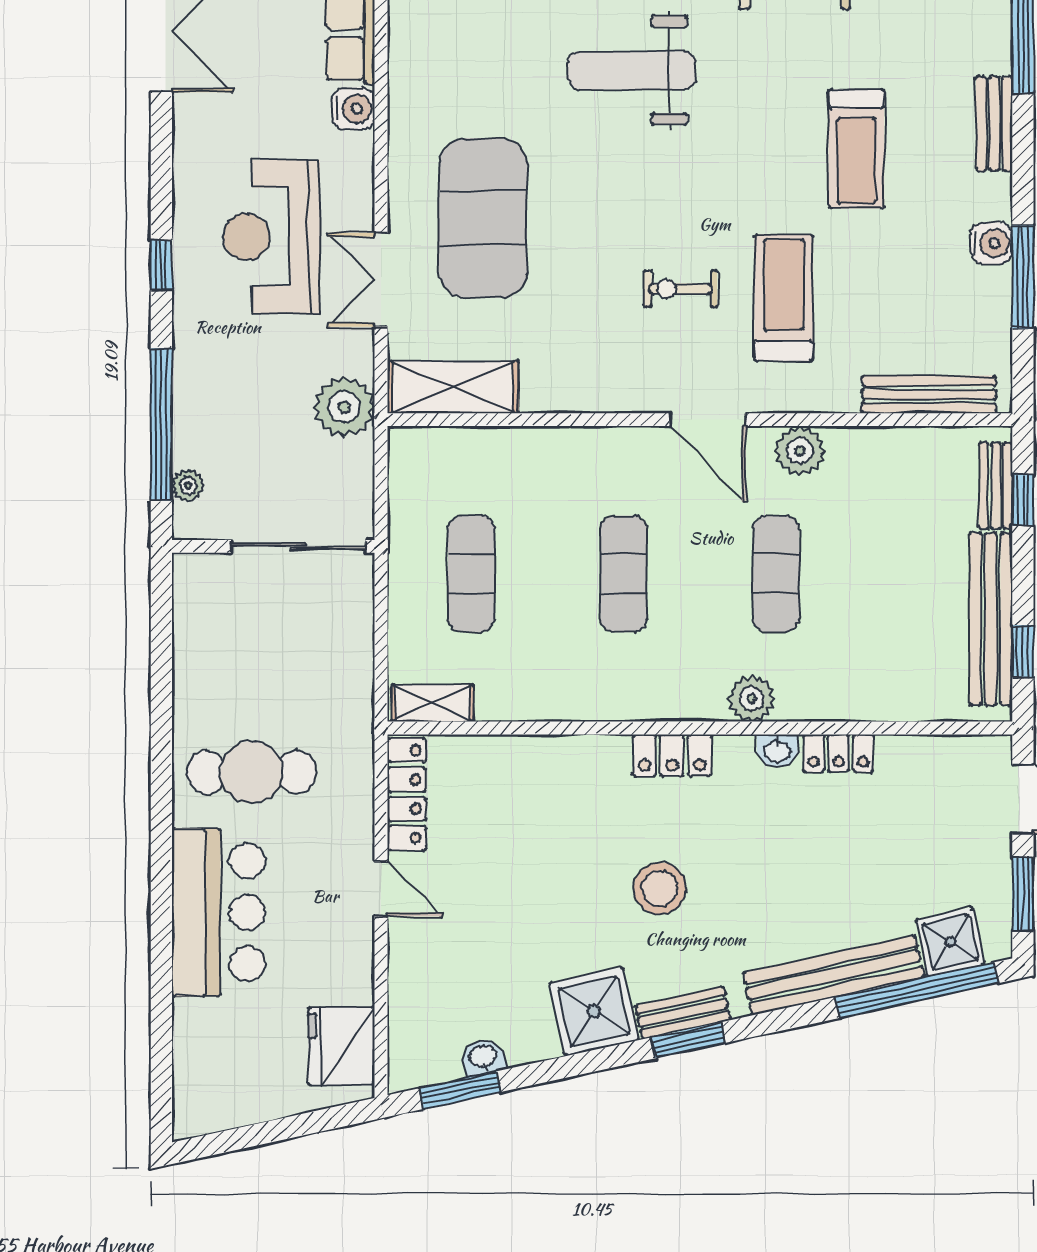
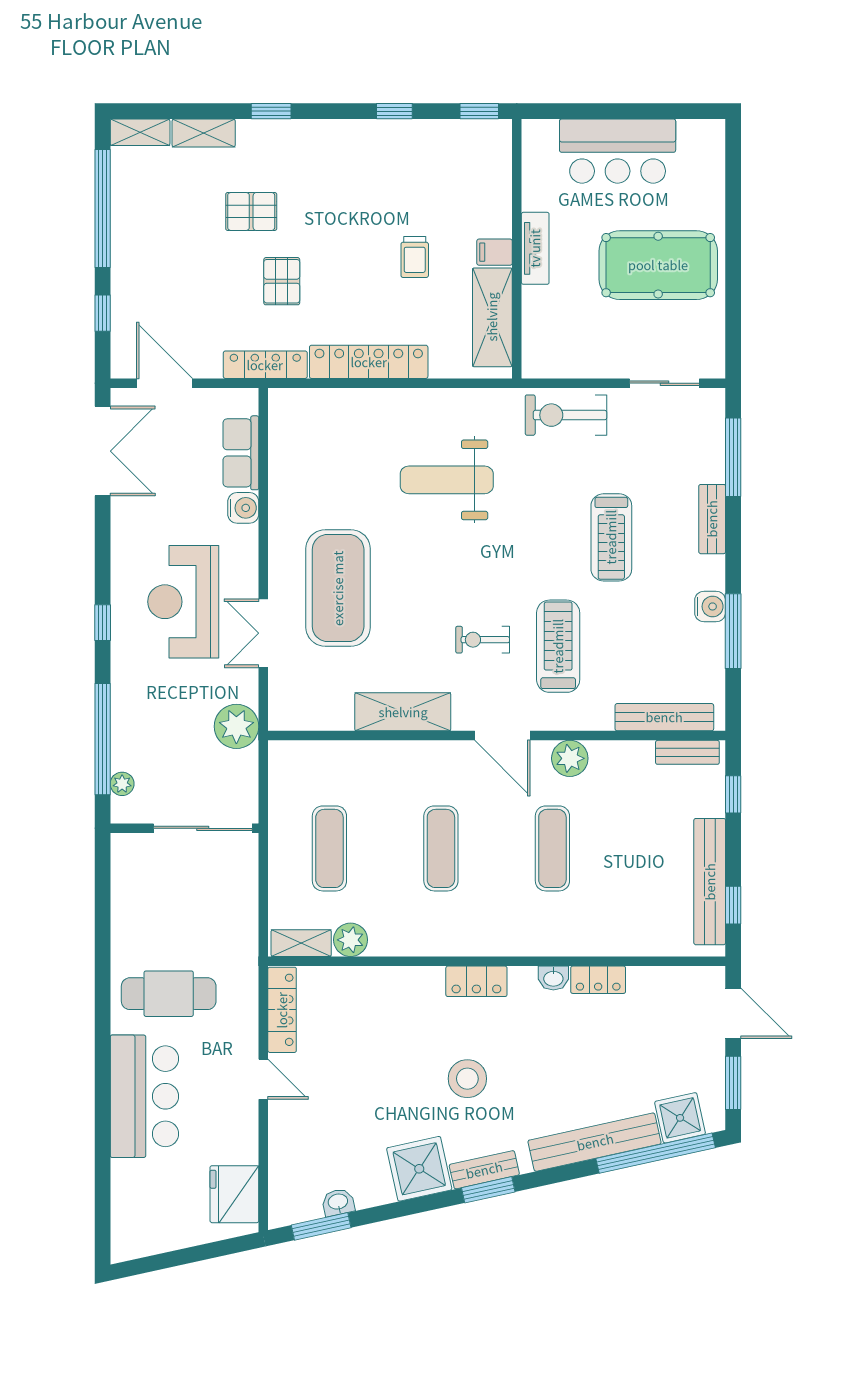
shelving: (453, 387) -> (403, 712), moved
bench: (996, 486) -> (687, 752), moved, turned 90
plant: (752, 699) -> (351, 940), moved

